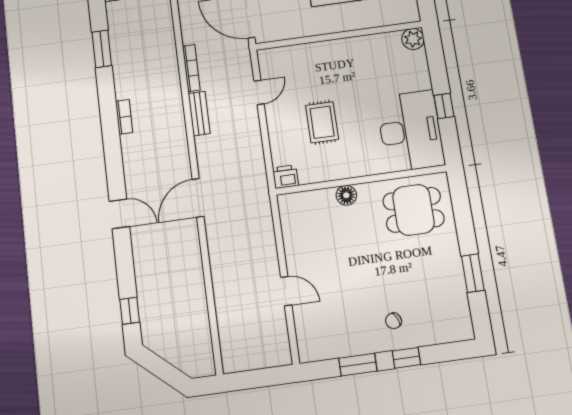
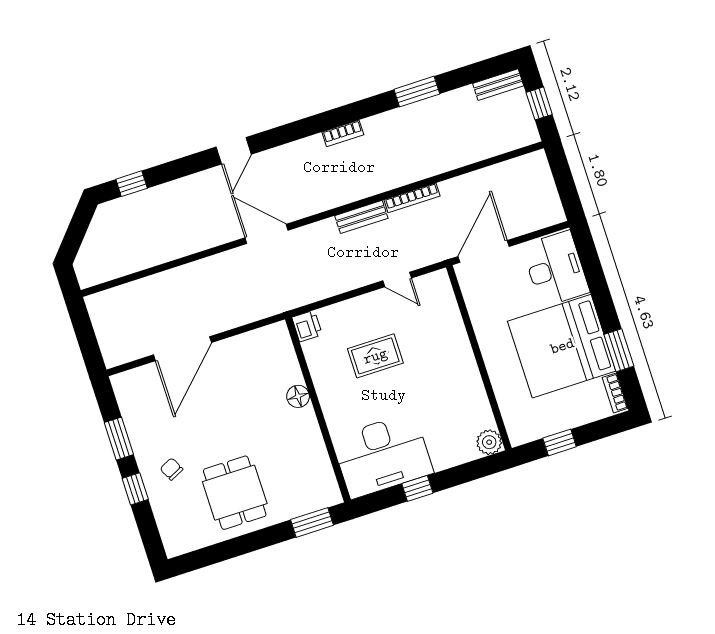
dining table: (413, 210) -> (235, 493), moved
window: (473, 273) -> (312, 522), moved
door: (286, 291) -> (182, 349), width x1.88

